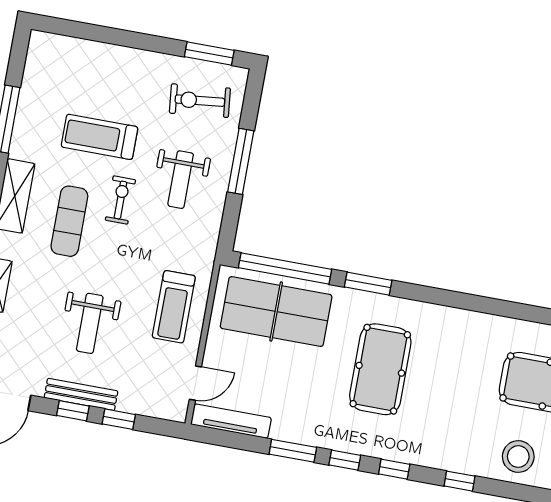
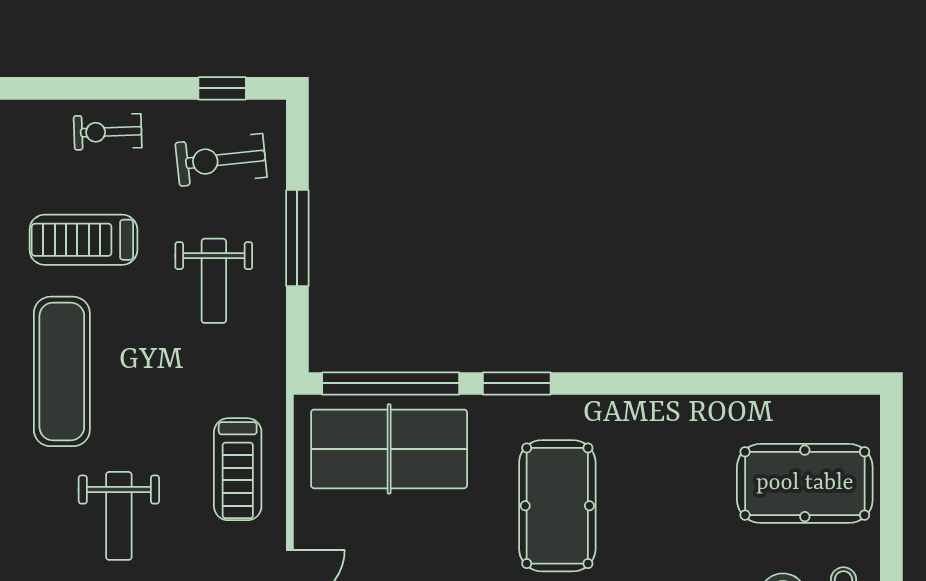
window: (209, 54) -> (222, 88), width x0.67
exercise bike: (120, 200) -> (108, 132), moved, turned -92
exercise mat: (69, 221) -> (62, 371), width x1.36, depth x1.45

